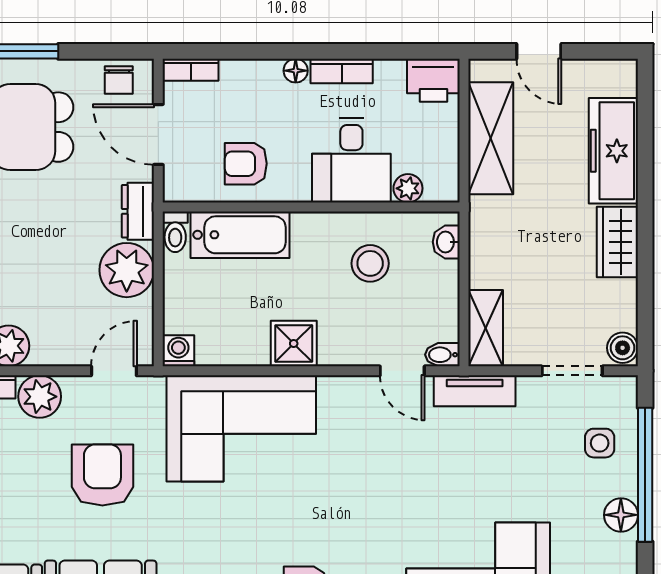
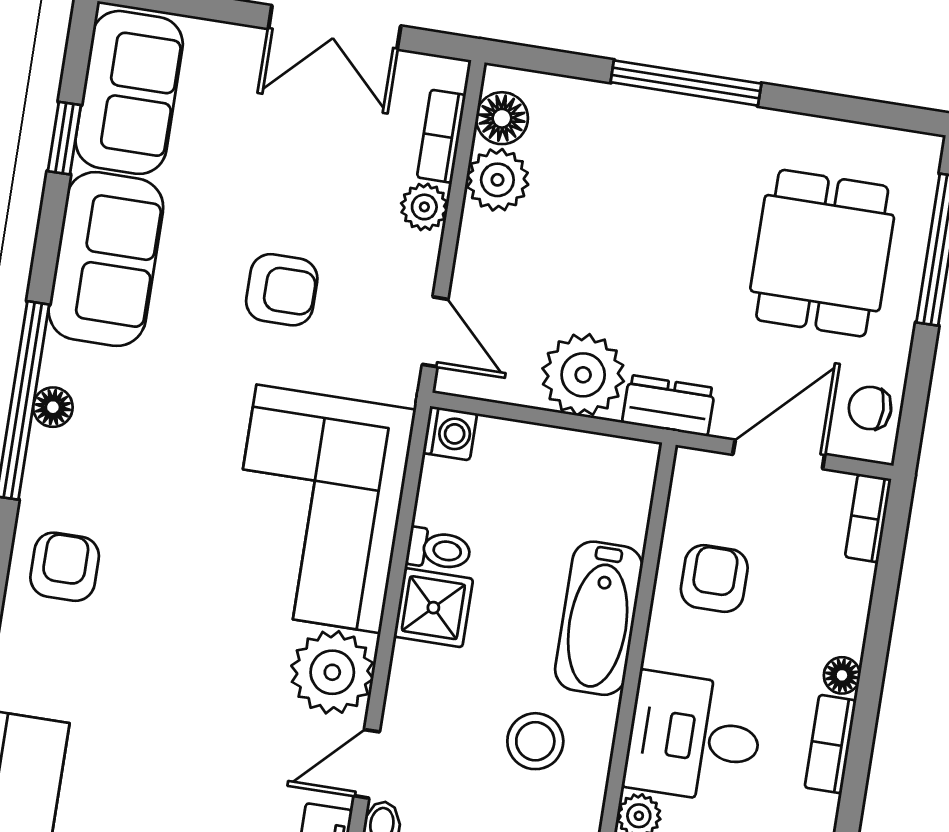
toilet: (175, 232) -> (439, 550), moved, turned 180
bathtub: (240, 235) -> (599, 618), moved
plant: (40, 397) -> (424, 207), width x0.73, depth x0.73
plant: (346, 403) -> (332, 672), added
armchair: (102, 475) -> (282, 290), width x0.72, depth x0.72

